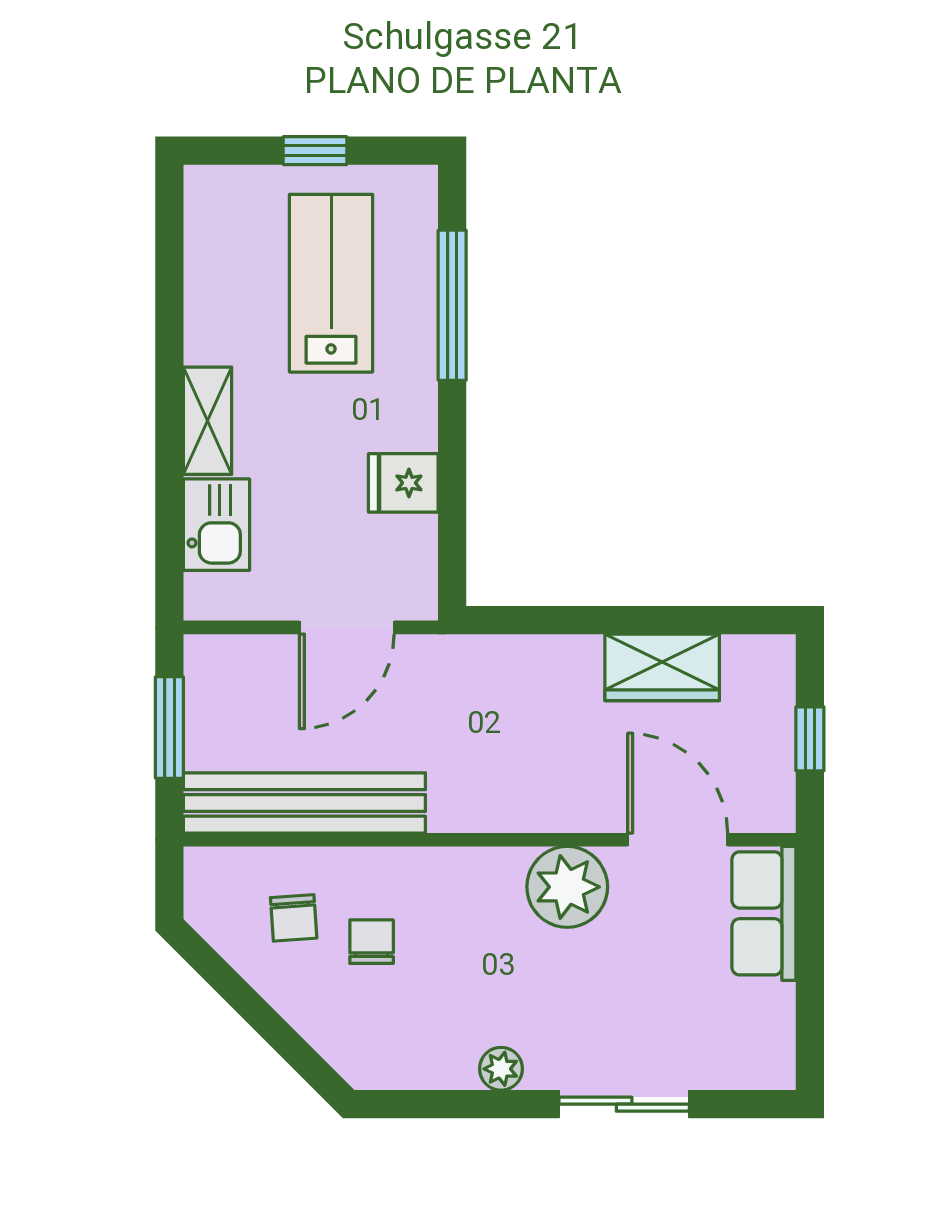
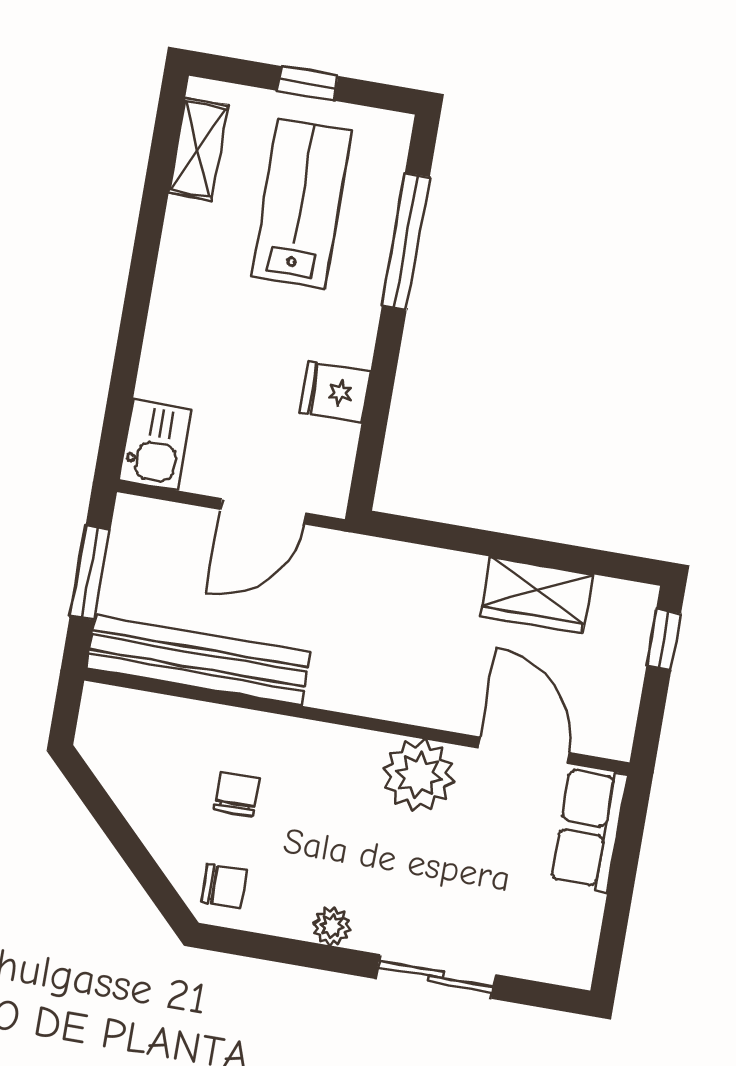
shelving: (208, 421) -> (198, 149), moved
kitchen sink: (216, 525) -> (155, 445), moved
window: (810, 739) -> (664, 640), moved
chair: (294, 918) -> (224, 886), moved, turned -86

